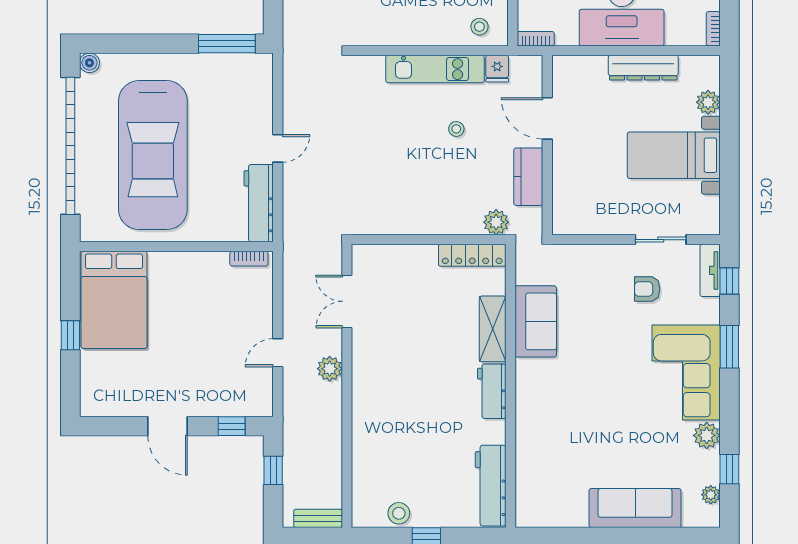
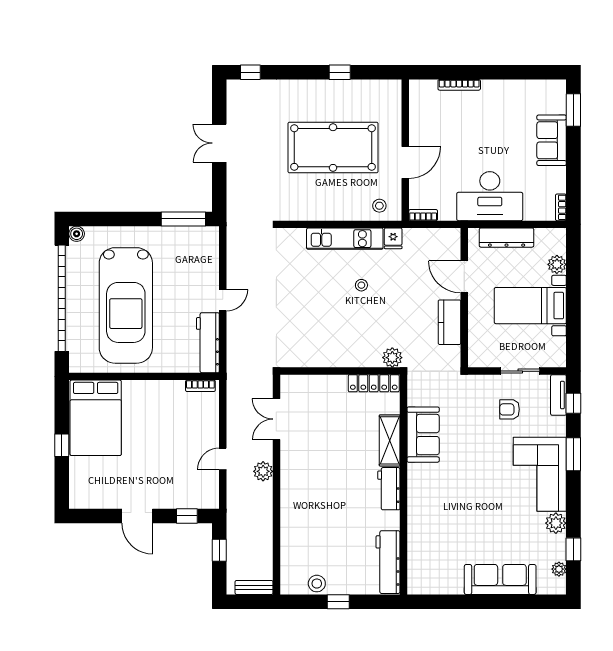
door: (547, 118) -> (464, 277), moved
wall: (547, 145) -> (464, 298), moved
kitchen counter: (528, 177) -> (449, 322), moved

